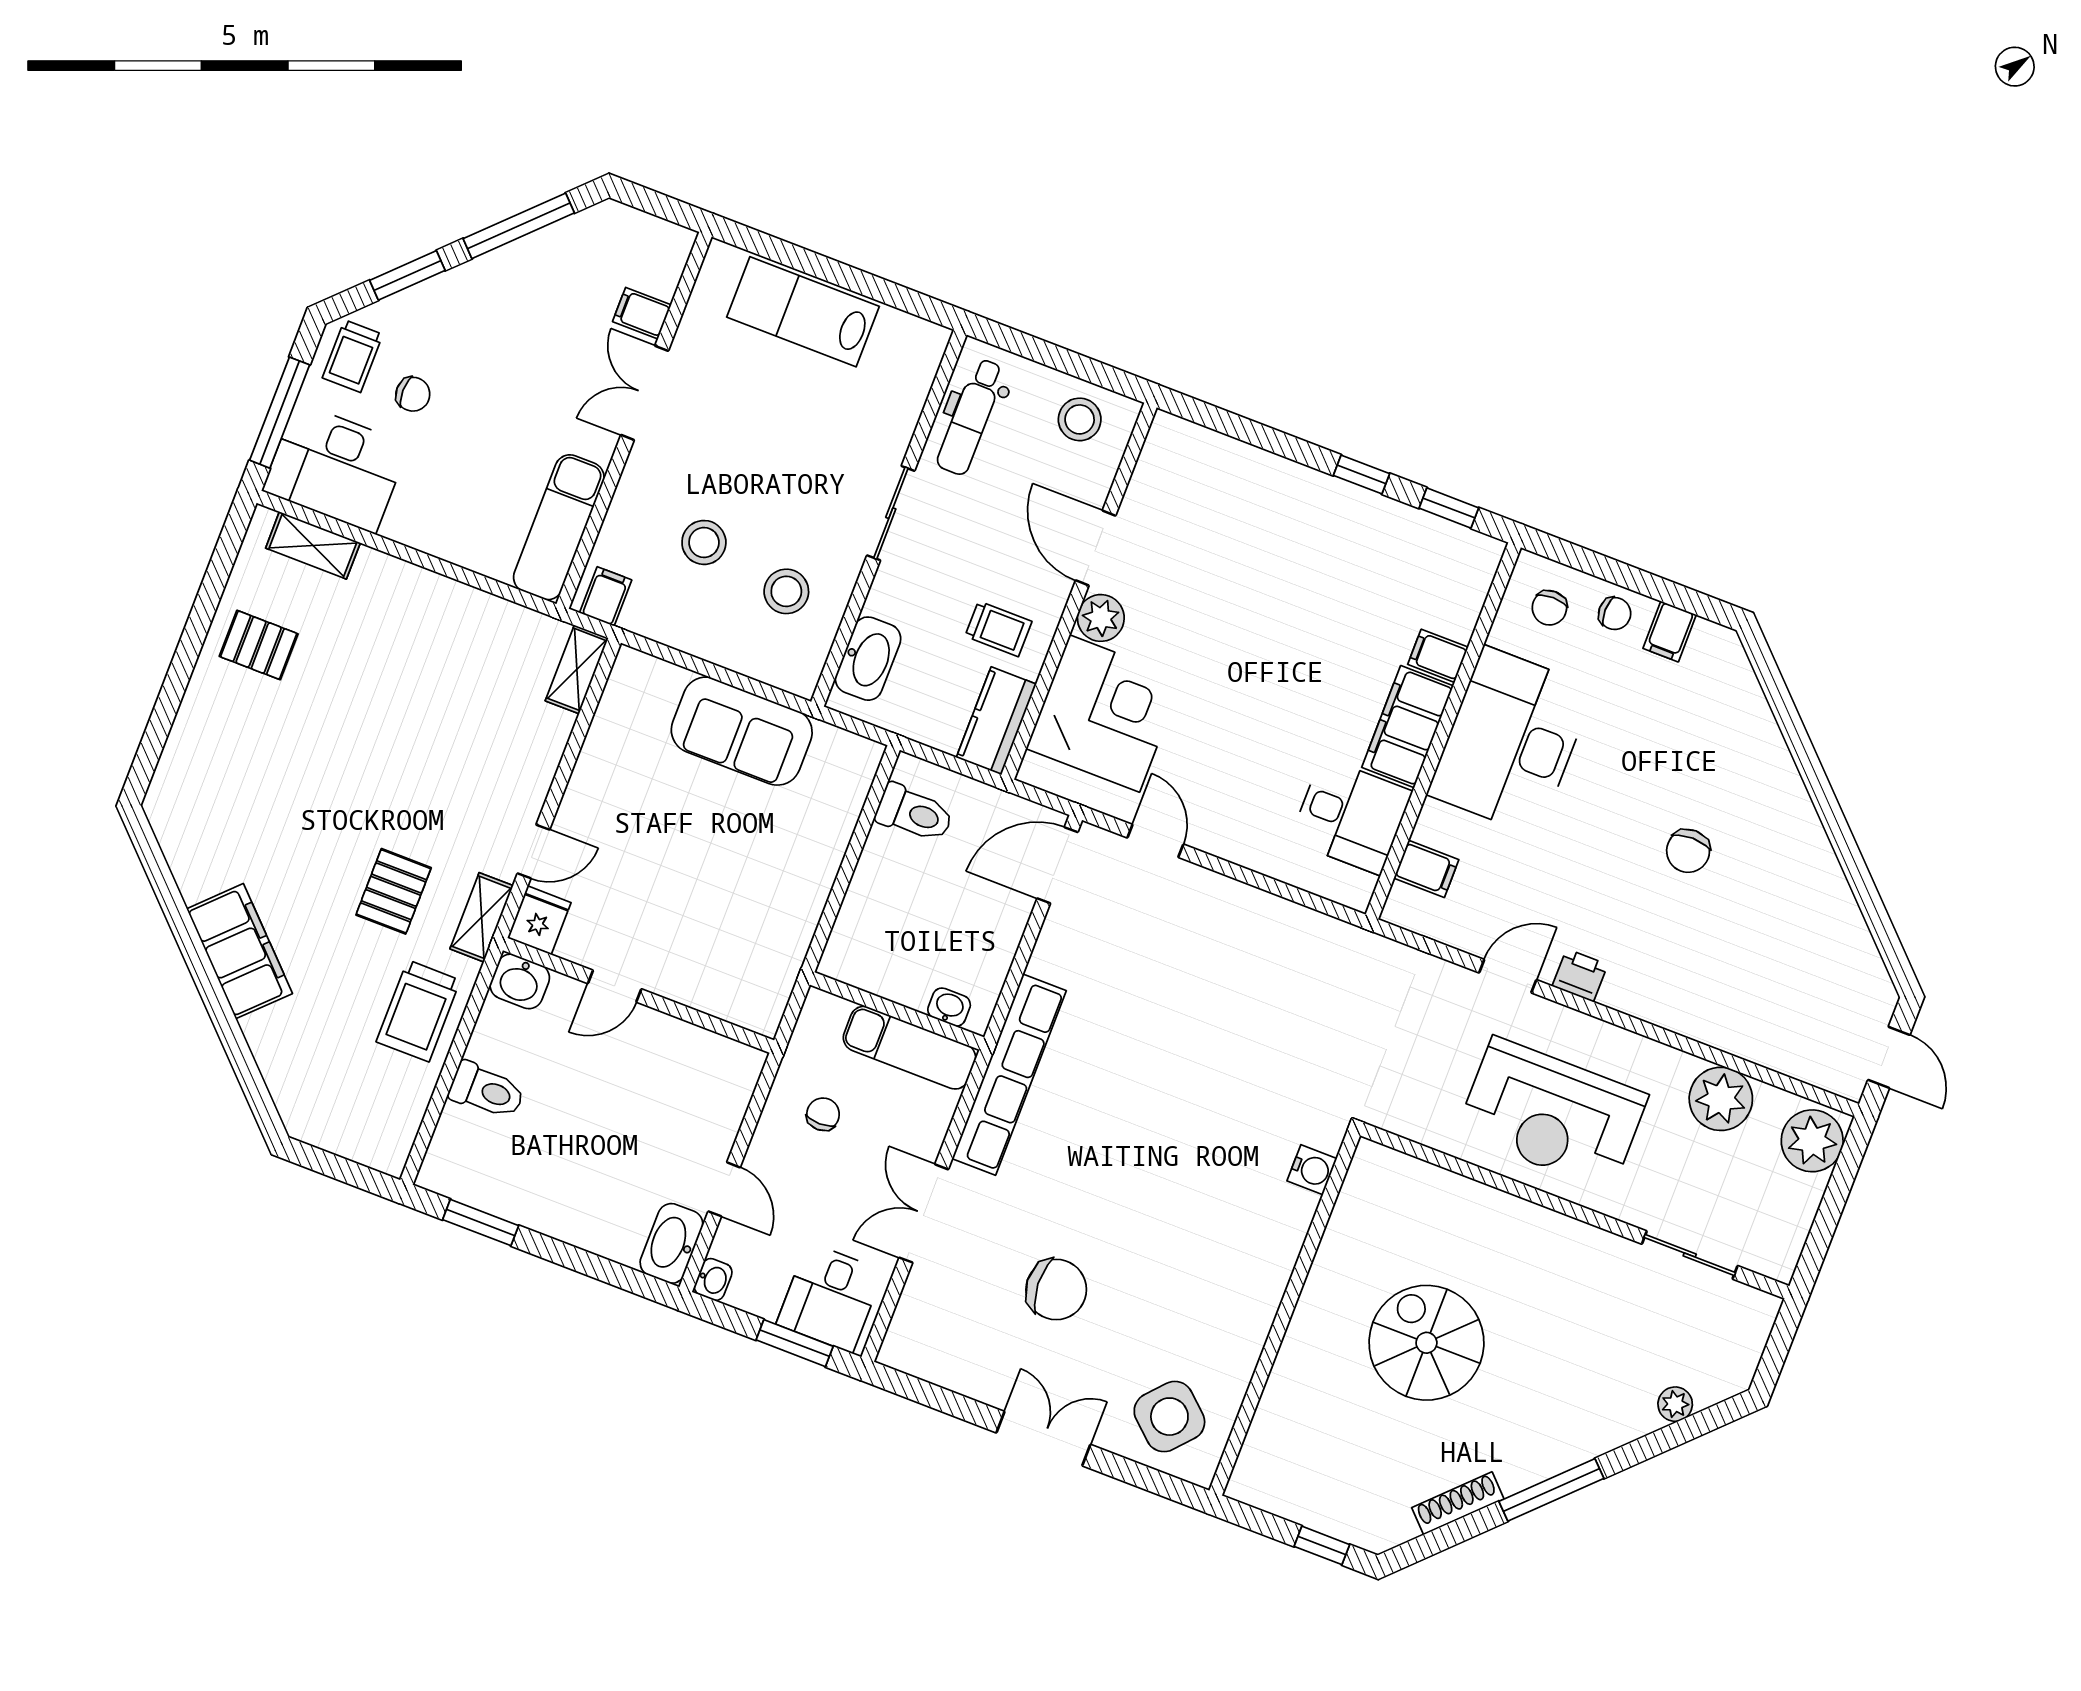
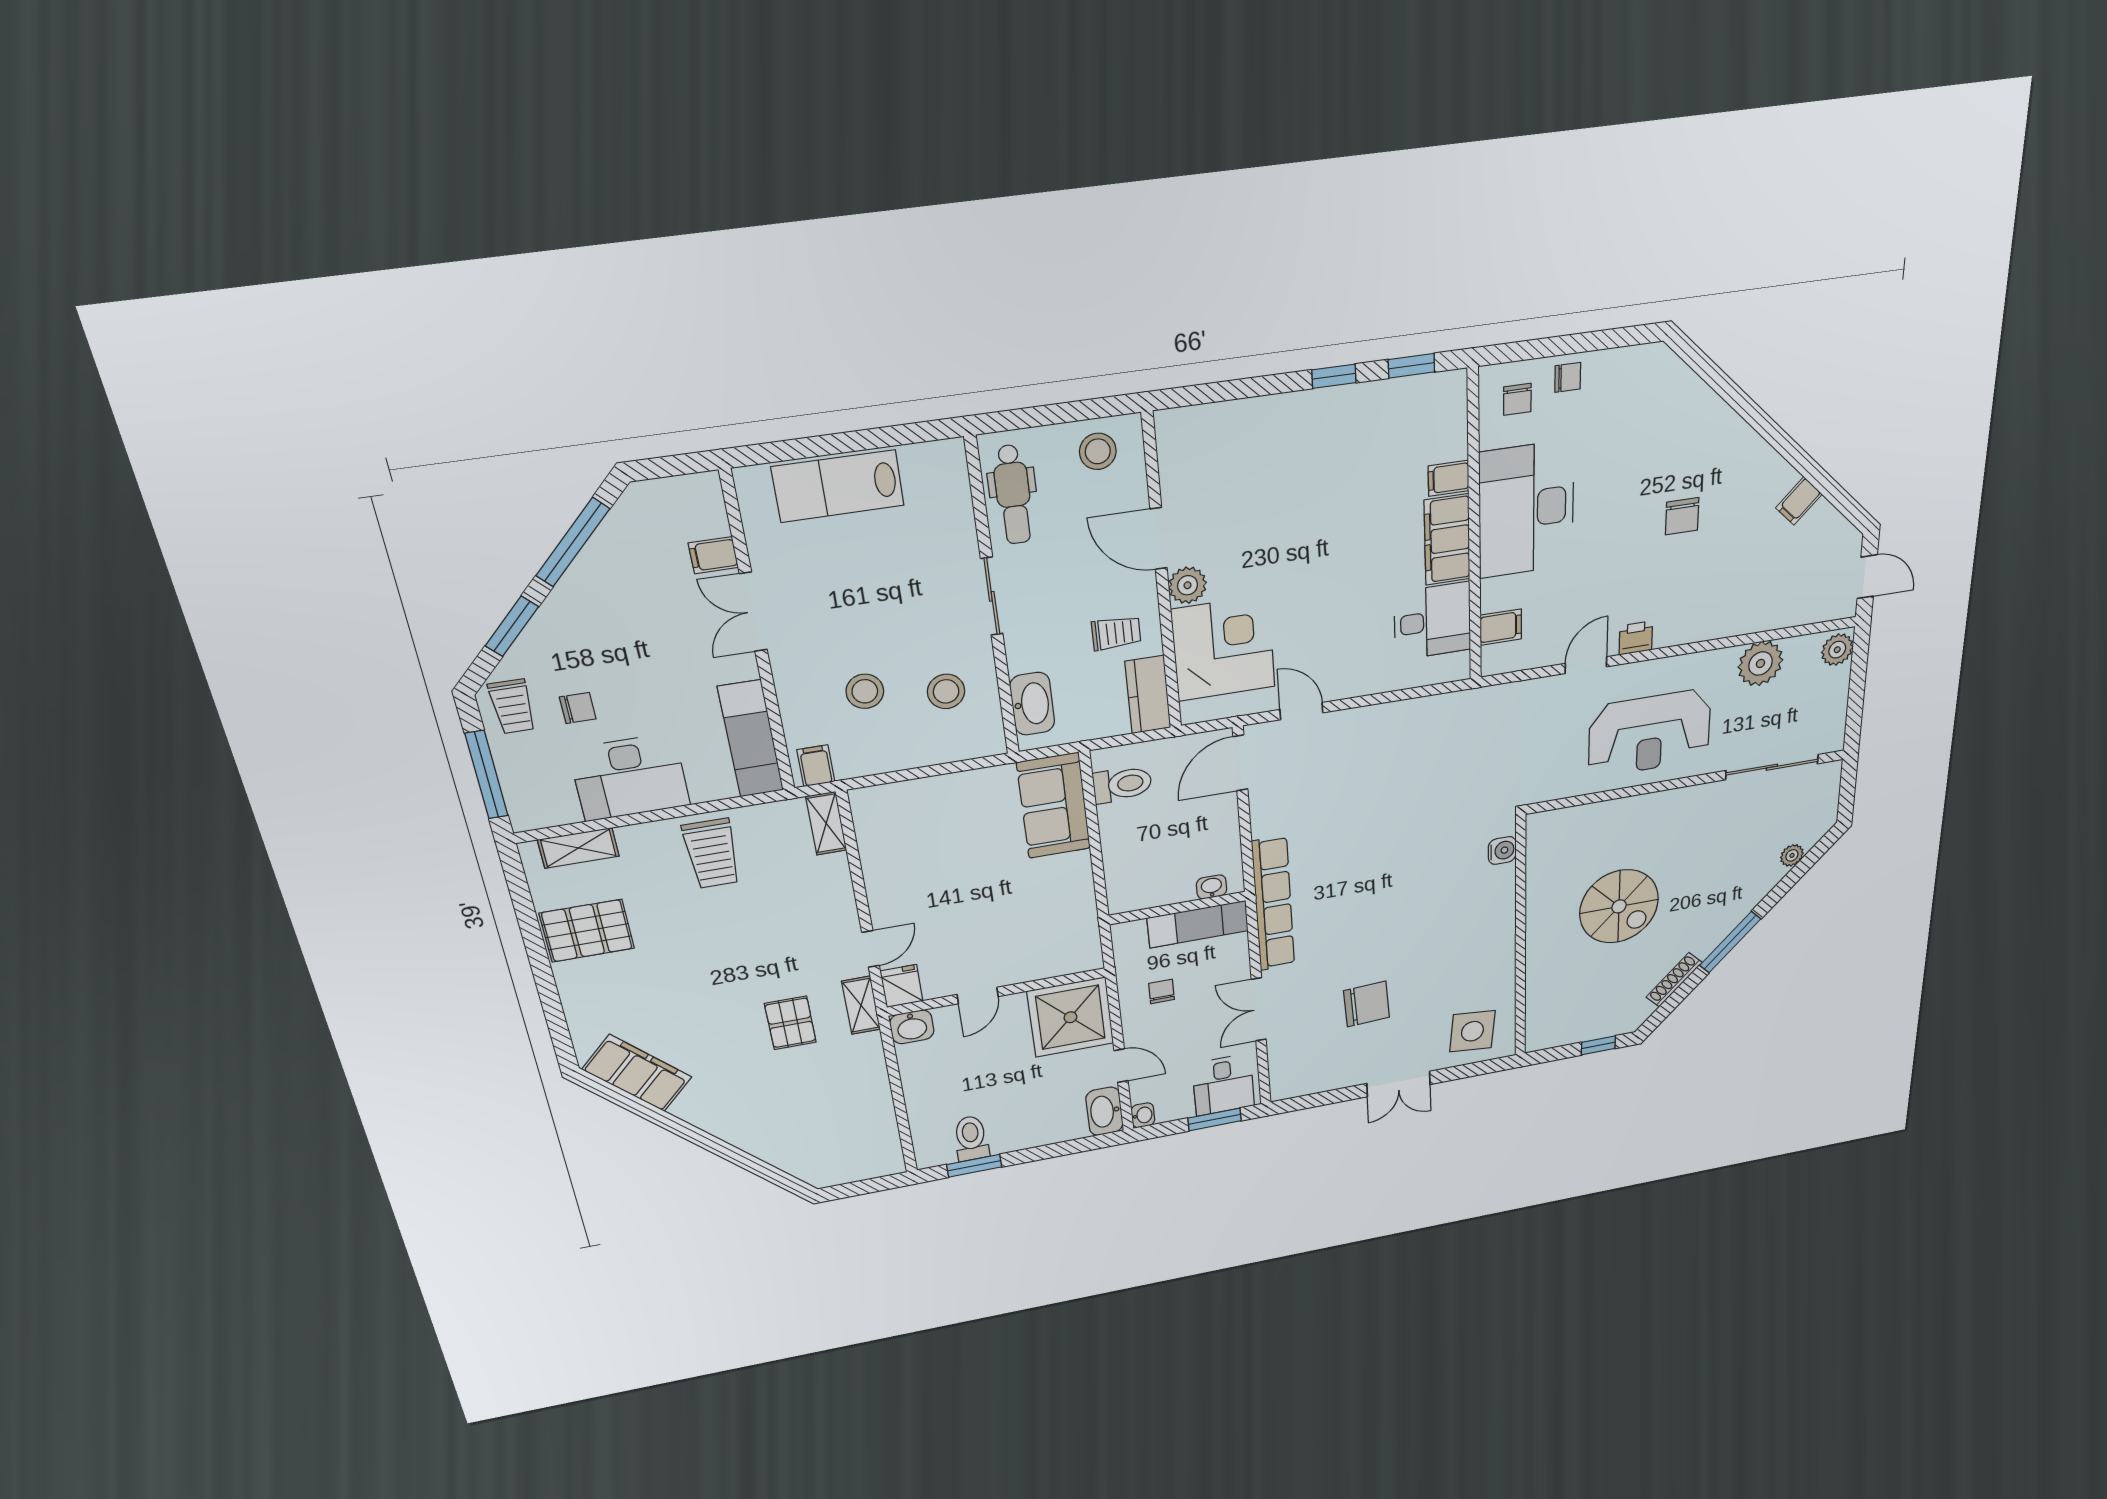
desk: (336, 468) -> (630, 777), moved
filing cabinet: (1670, 632) -> (1799, 501), moved, turned 45
pallet: (259, 645) -> (587, 931), width x1.50, depth x1.42
sofa: (742, 731) -> (1054, 806), moved, turned 90
filing cabinet: (239, 951) -> (637, 1073), moved
trolley: (418, 1011) -> (712, 853), moved
shower: (702, 1083) -> (1070, 1017), added
toilet: (487, 1091) -> (971, 1138), moved, turned -90
plant: (1812, 1141) -> (1837, 650), width x0.73, depth x0.73
sliding door: (1690, 1255) -> (1772, 767), width x1.37
spiral stairs: (1426, 1343) -> (1619, 906), turned 180
side table: (1169, 1417) -> (1472, 1031), turned -36
double door: (1043, 1439) -> (1399, 1084), swing flipped

